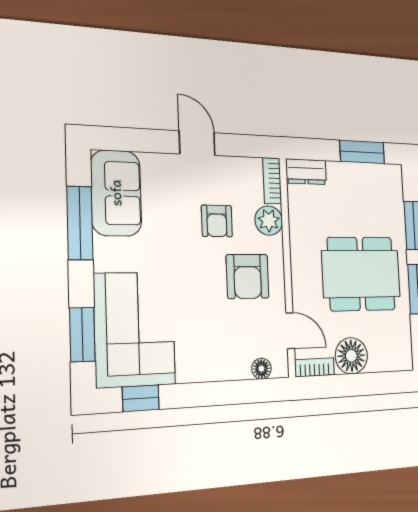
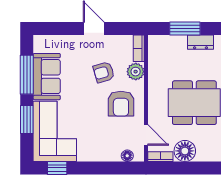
window: (362, 152) -> (185, 28), moved
dresser: (306, 172) -> (200, 42), moved
sofa: (116, 193) -> (47, 77), moved
armchair: (217, 221) -> (104, 72), turned 74
window: (82, 335) -> (27, 120), moved

